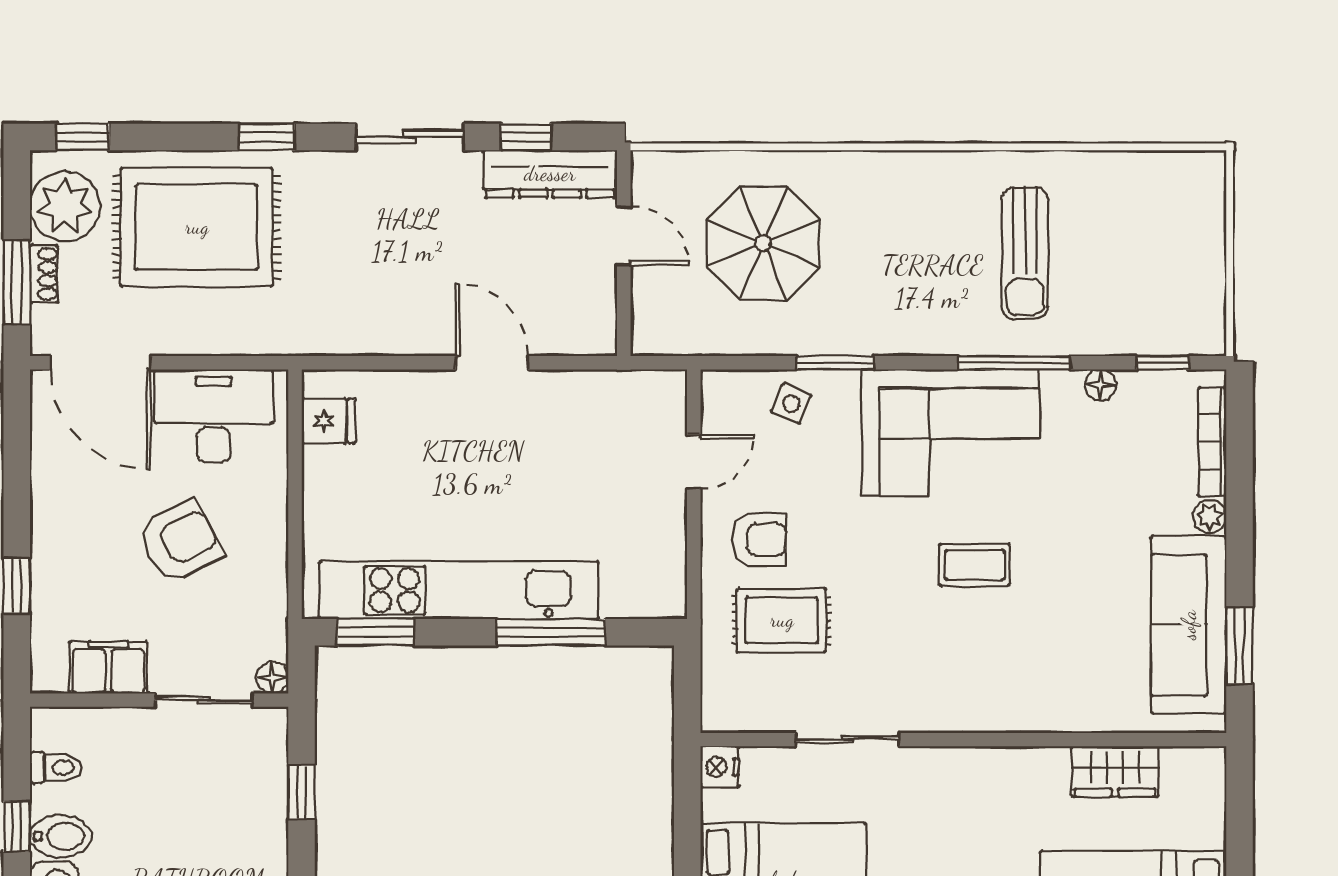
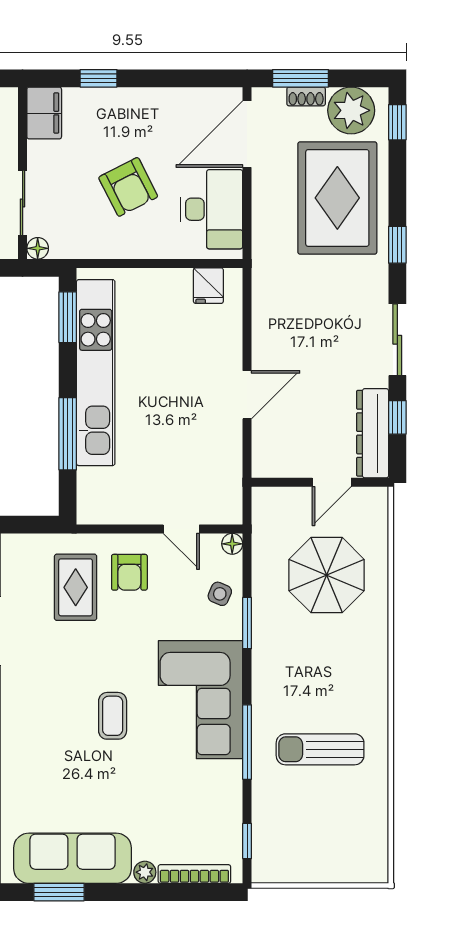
floor lamp: (1100, 385) -> (232, 544), moved
filing cabinet: (108, 668) -> (44, 113), moved

